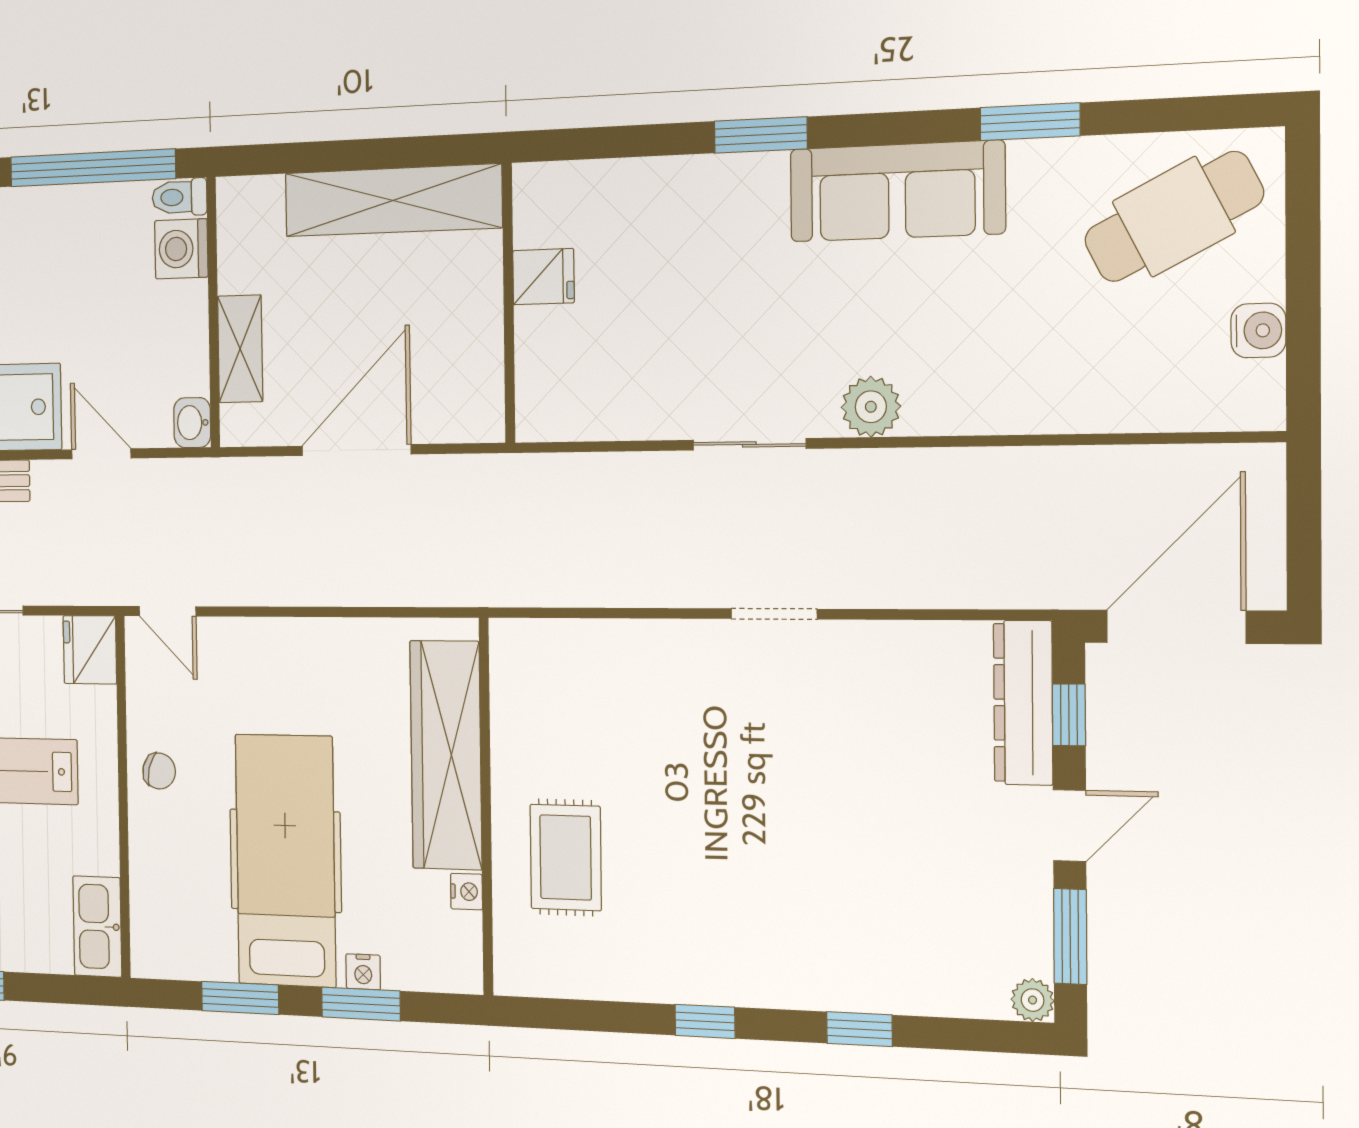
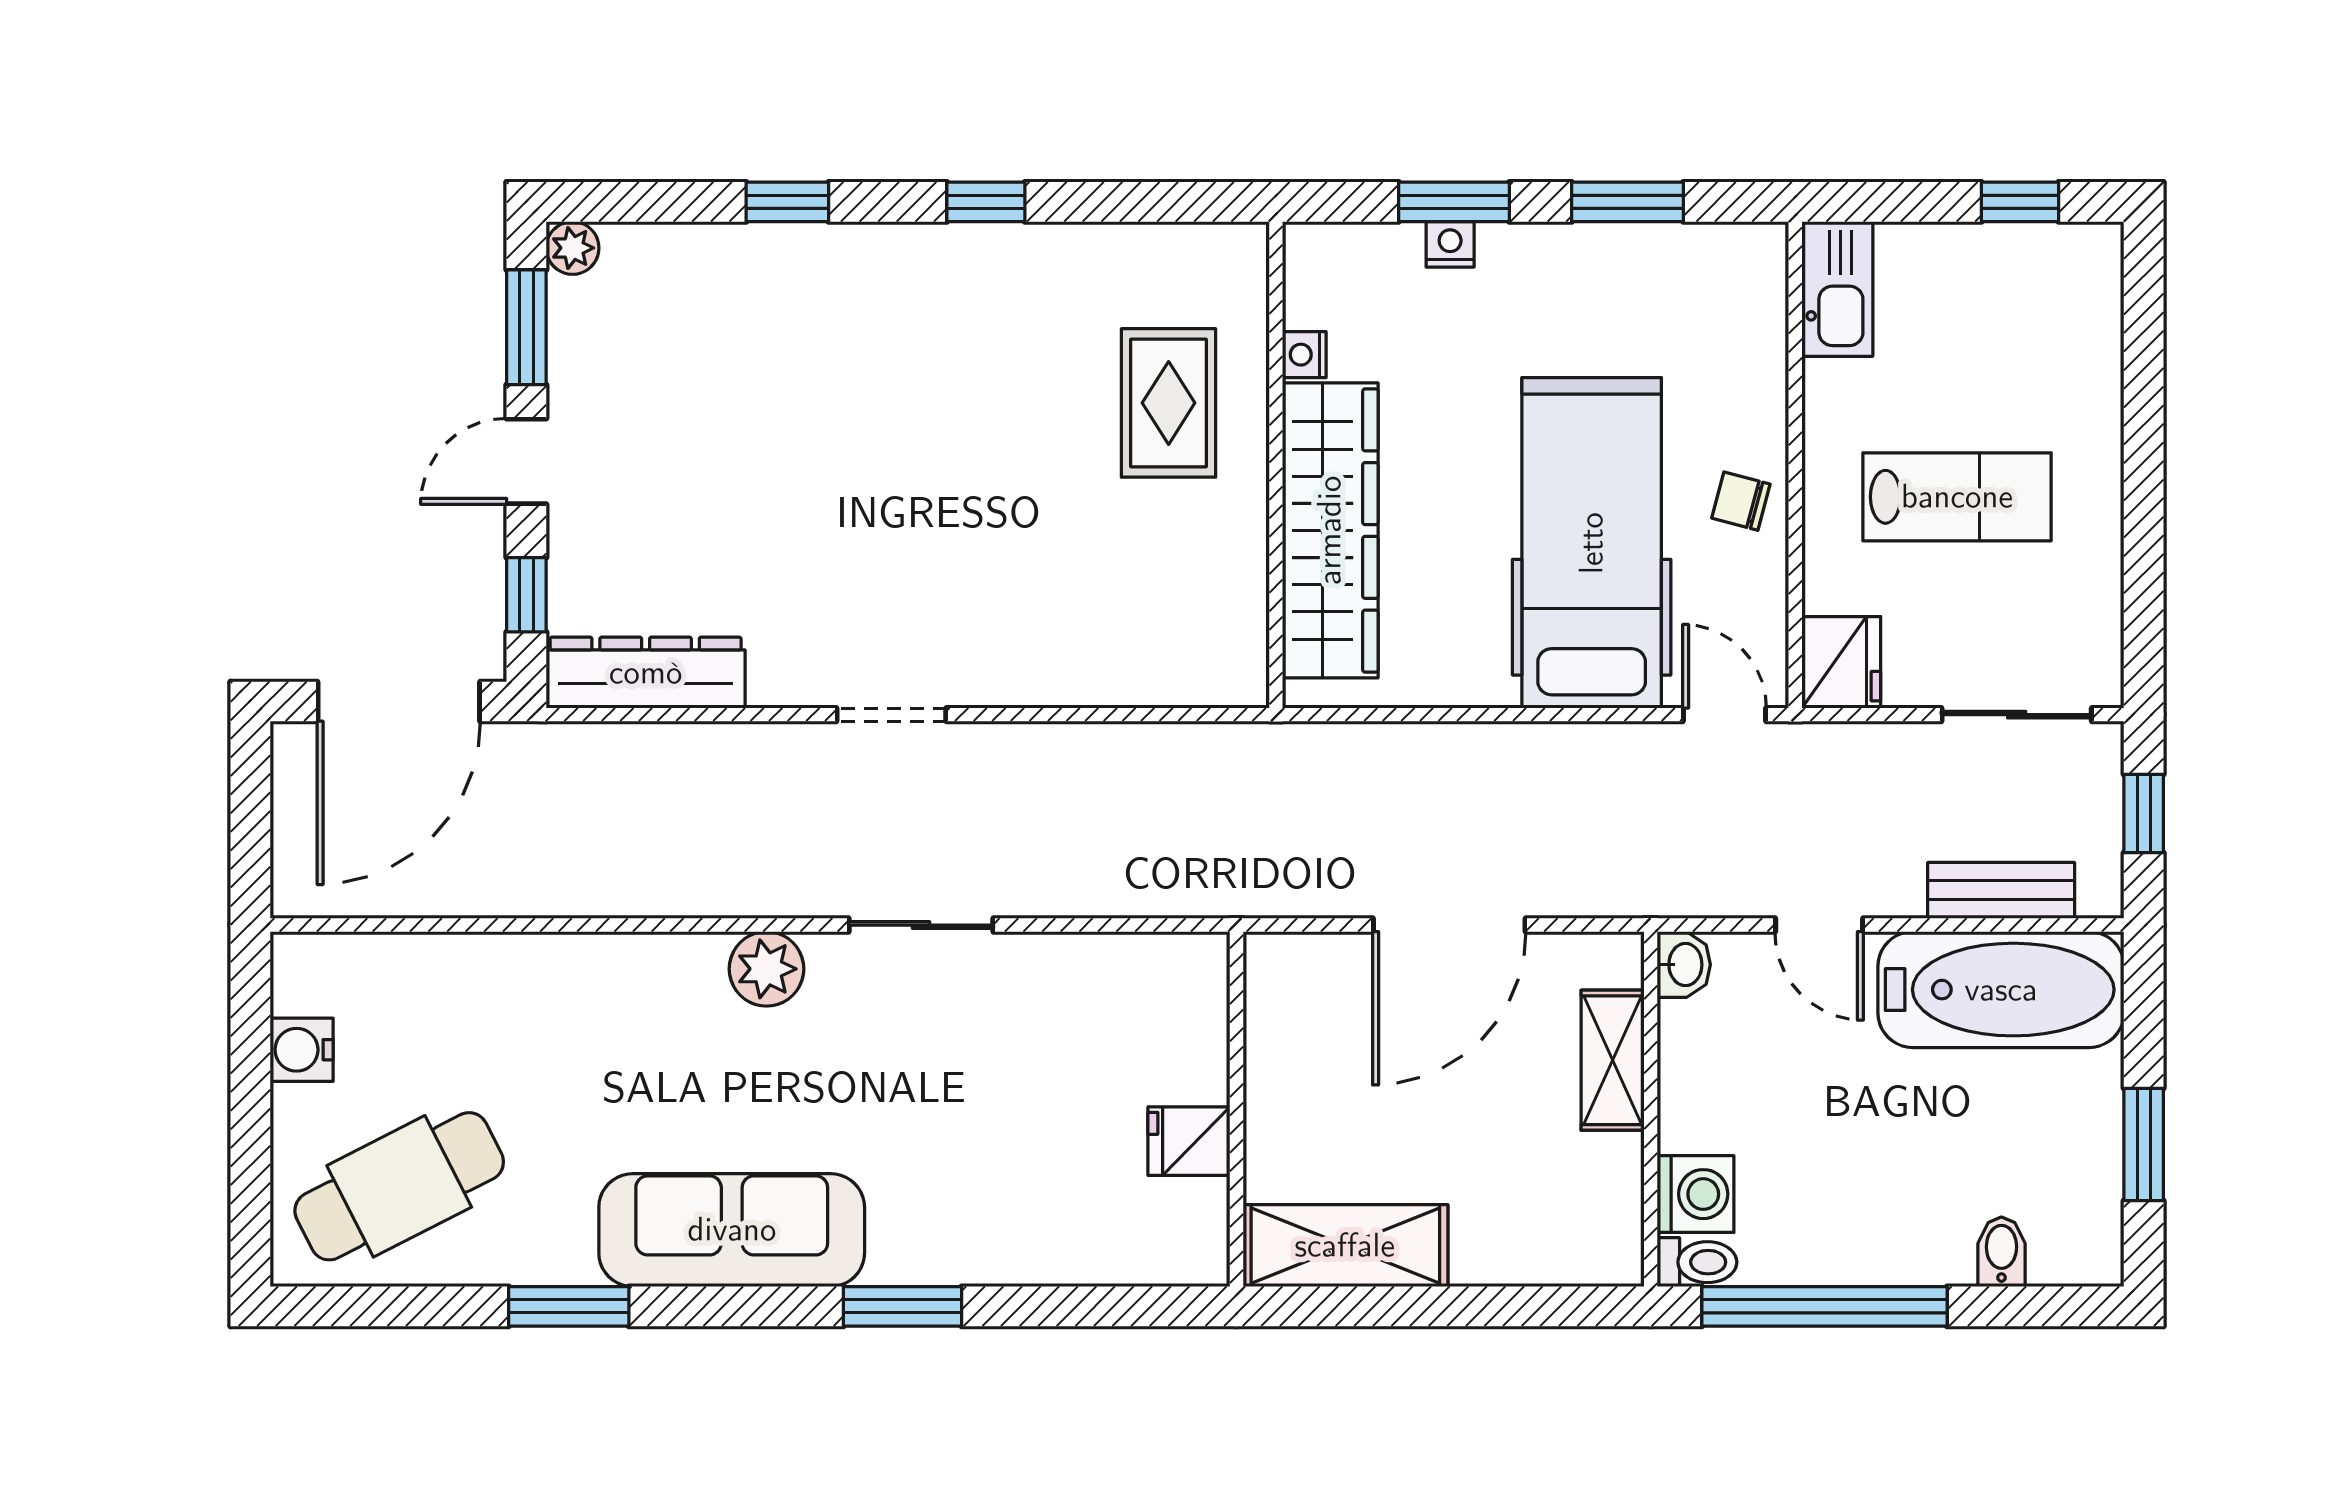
shelving: (393, 200) -> (1345, 1246), width x0.68
dresser: (1023, 703) -> (646, 673), moved, turned -90
hospital bed: (285, 861) -> (1592, 543), moved, turned 180

